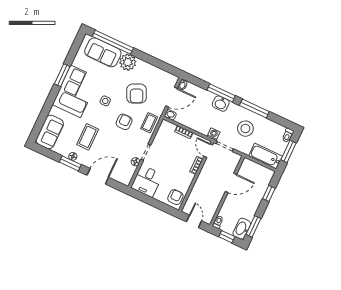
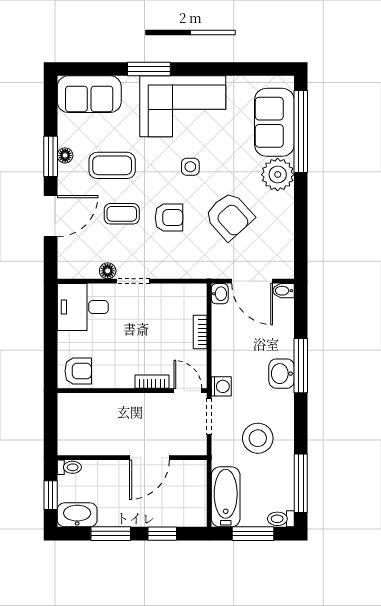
window: (62, 75) -> (149, 69), moved
armchair: (137, 94) -> (229, 216), turned -107
window: (254, 108) -> (301, 483), moved
coffee table: (149, 123) -> (122, 214), moved
door: (208, 151) -> (188, 391), hinge flipped
door: (98, 176) -> (51, 216), hinge flipped
door: (231, 183) -> (149, 458), hinge flipped
door: (194, 221) -> (51, 424), removed
window: (253, 226) -> (111, 534), moved

